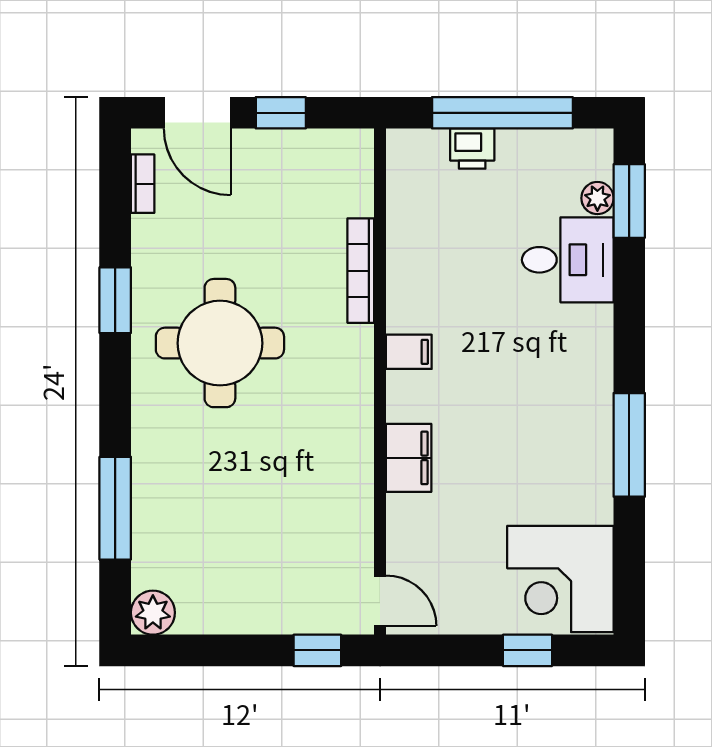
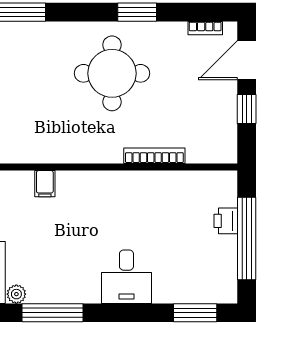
plant: (597, 198) -> (16, 294), moved
desk: (568, 260) -> (126, 277), moved
filing cabinet: (409, 352) -> (107, 184), removed
filing cabinet: (409, 458) -> (45, 184), width x0.50

